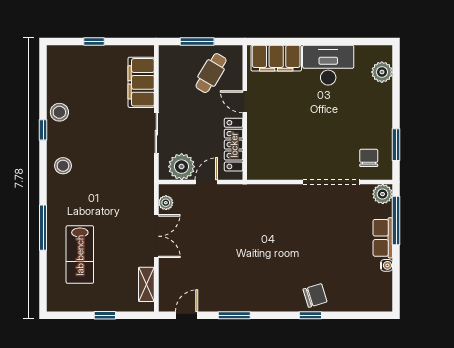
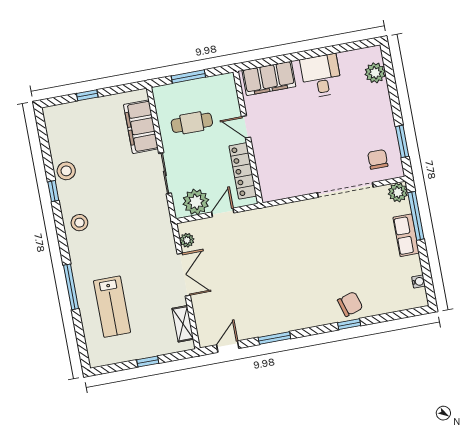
desk: (328, 65) -> (321, 76), width x0.73
cafe table: (211, 73) -> (192, 123), moved, turned 59
water cooler: (387, 265) -> (418, 282), moved

